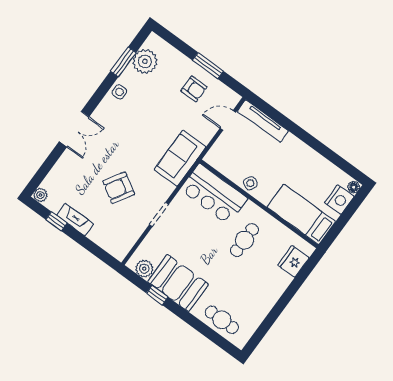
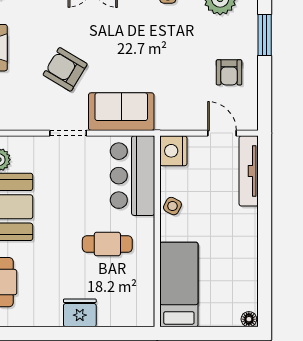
window: (208, 66) -> (265, 35), moved
sofa: (180, 158) -> (121, 112), moved
nightstand: (339, 199) -> (173, 151), moved, turned 90
fridge: (293, 261) -> (80, 313), moved

